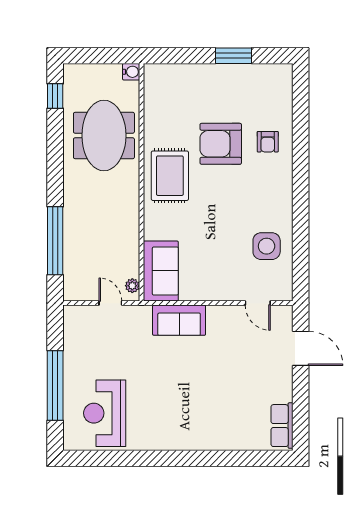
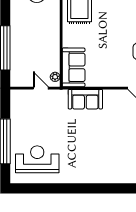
reception desk: (105, 413) -> (37, 159), turned 90

